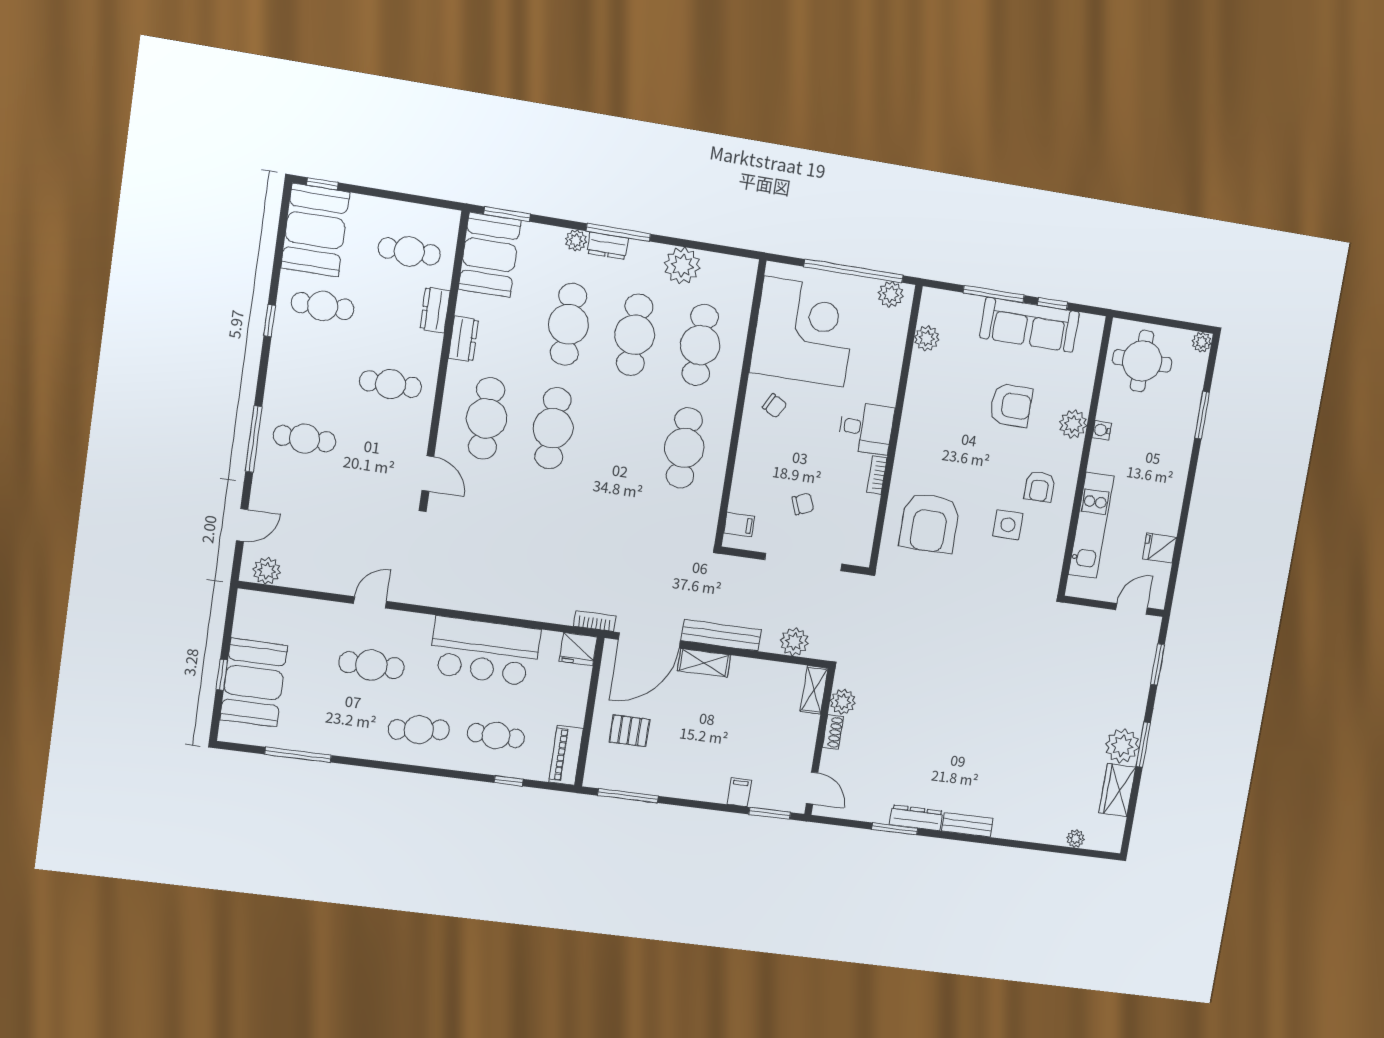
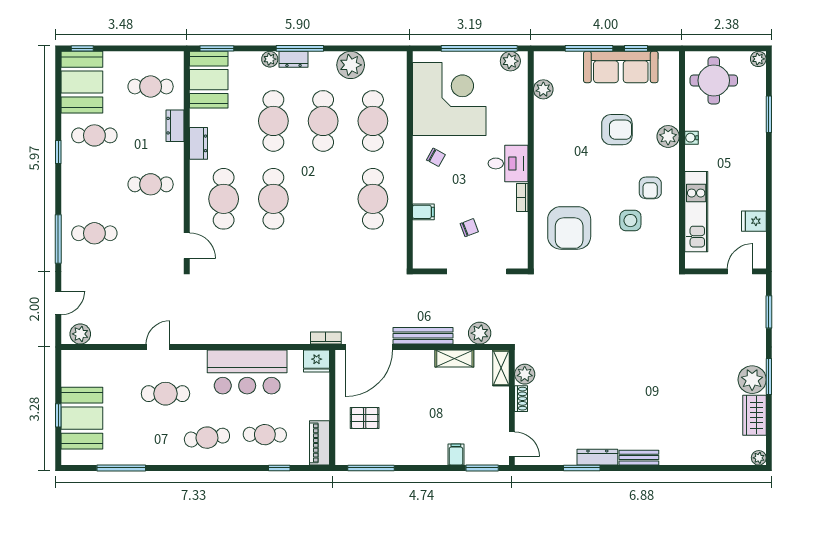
filing cabinet: (739, 525) -> (423, 212), moved
shelving: (704, 663) -> (454, 359), moved
plant: (1076, 839) -> (759, 458), moved

